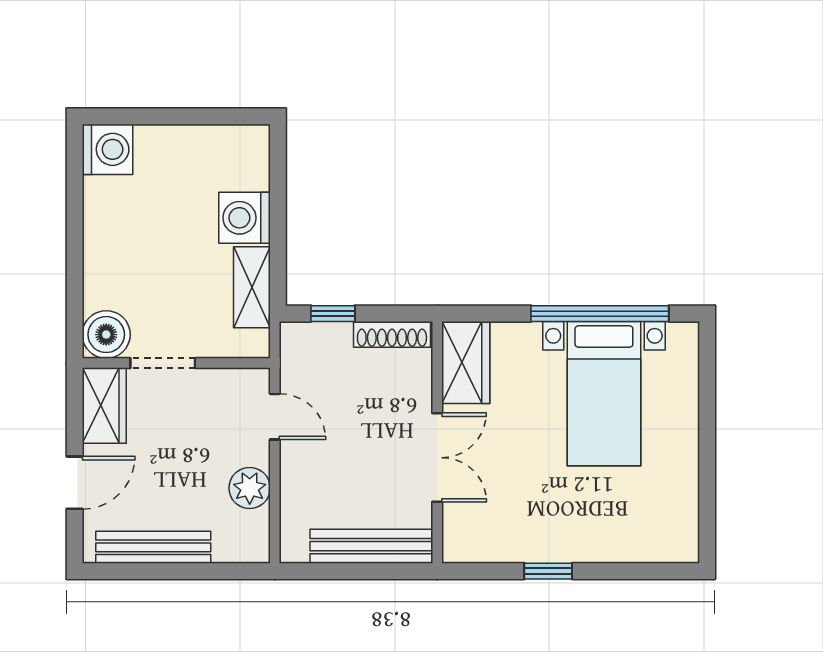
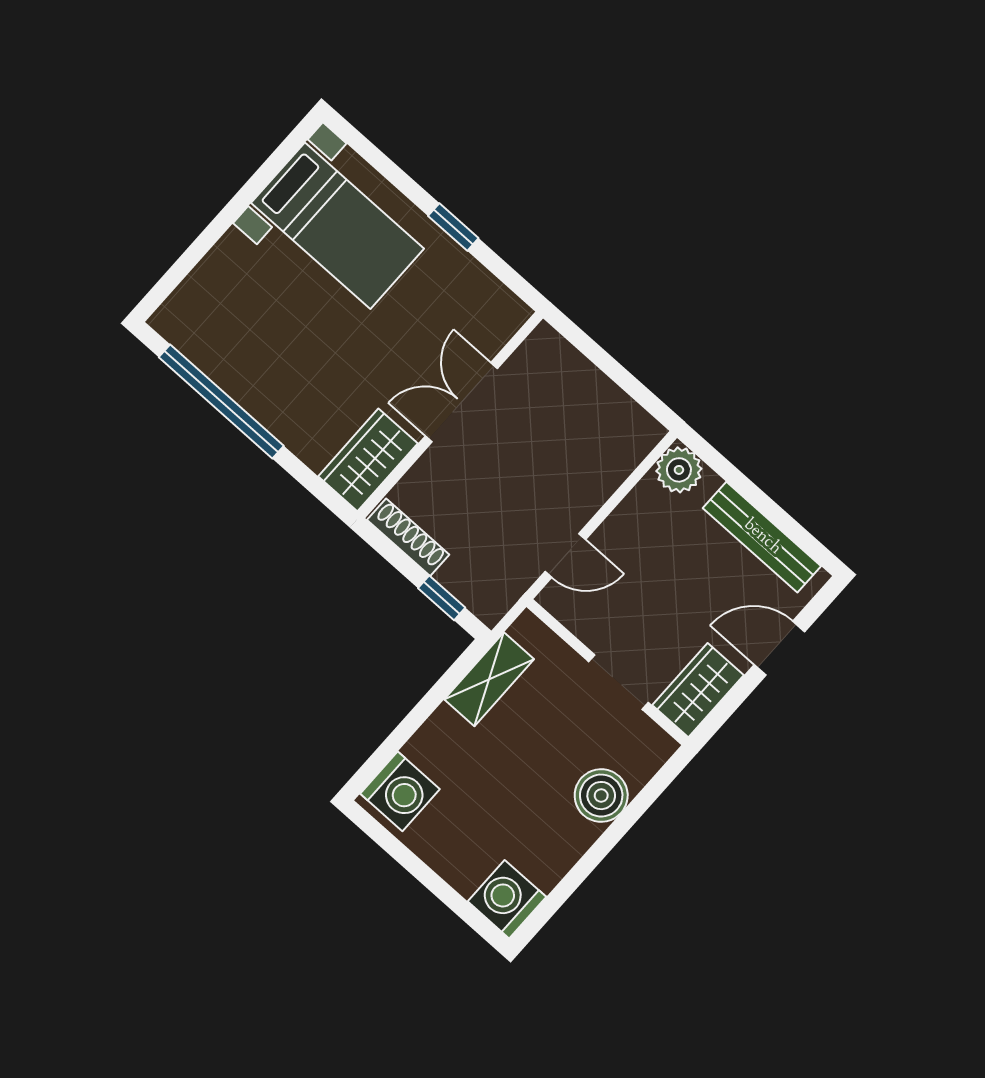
washing machine: (245, 218) -> (400, 791), moved
boiler: (106, 335) -> (601, 796), moved
bed with nightstands: (604, 394) -> (338, 226), moved, turned 90
door: (275, 417) -> (565, 556), swing flipped
plant: (250, 488) -> (679, 470), moved
bench: (371, 546) -> (581, 378), removed

